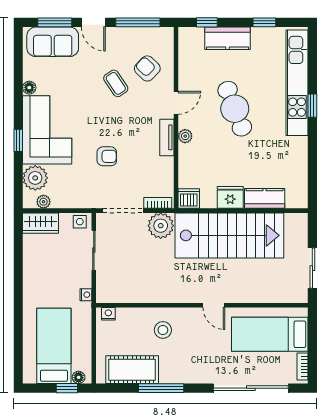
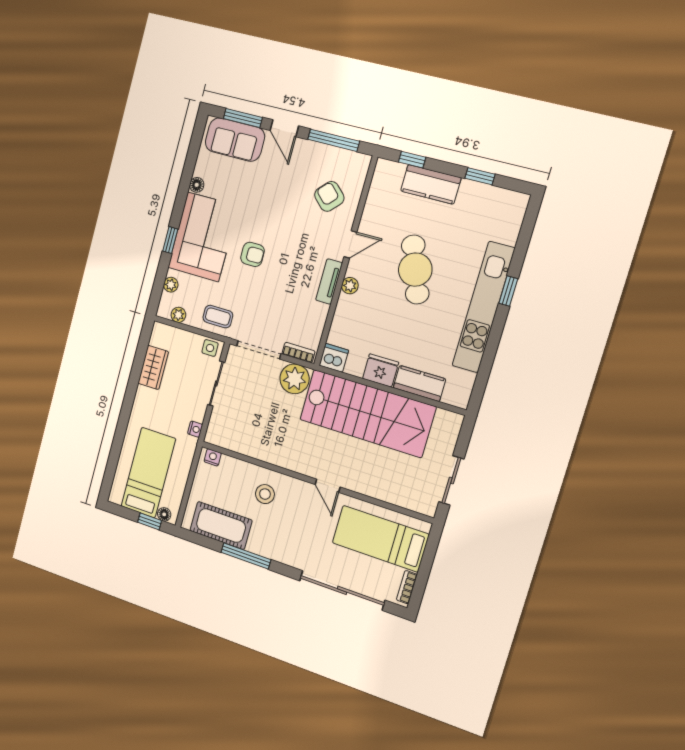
coffee table: (116, 83) -> (218, 317), moved, turned -56
kitchen unit: (297, 83) -> (483, 307), moved
armchair: (107, 156) -> (253, 254), moved
plant: (35, 178) -> (171, 285), width x0.53, depth x0.53
wardrobe: (41, 223) -> (153, 367), moved, turned -90

